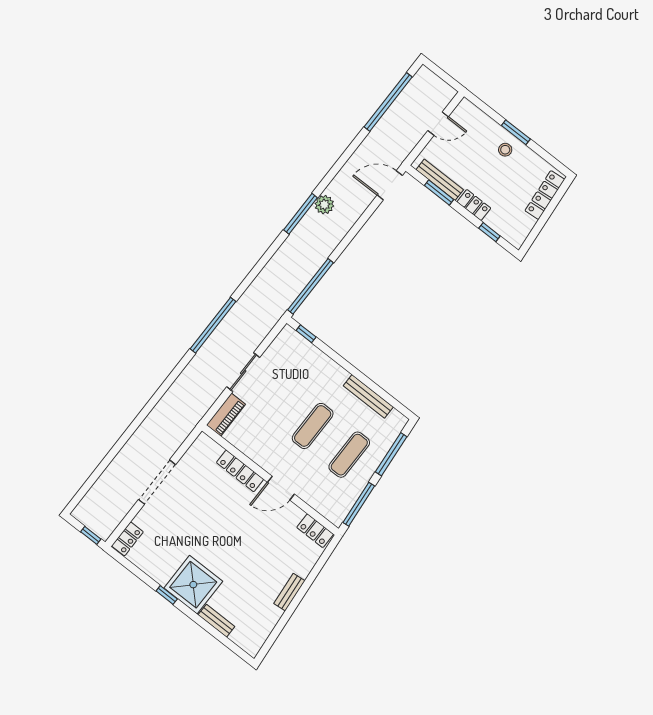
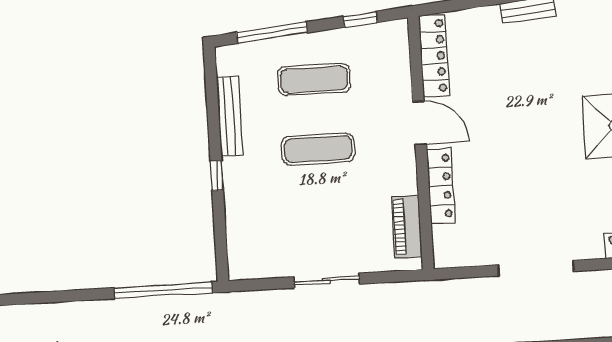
window: (306, 334) -> (217, 176), moved
piano: (226, 415) -> (407, 227), moved, turned -90
window: (359, 504) -> (360, 19), width x0.46
locker: (315, 531) -> (434, 56), width x1.53

